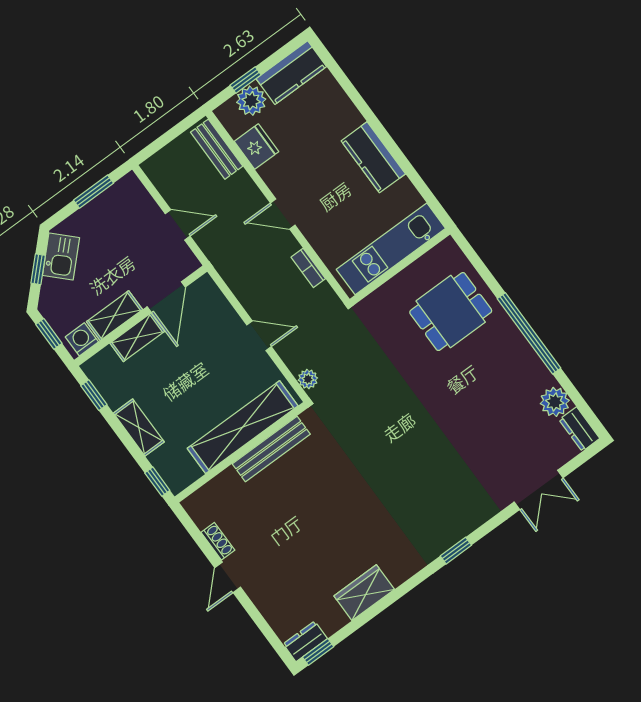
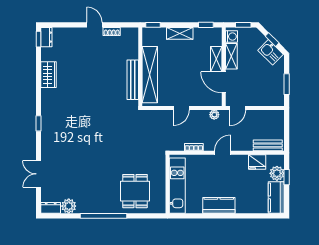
door: (178, 225) -> (237, 108), moved
plant: (308, 379) -> (214, 115), moved

